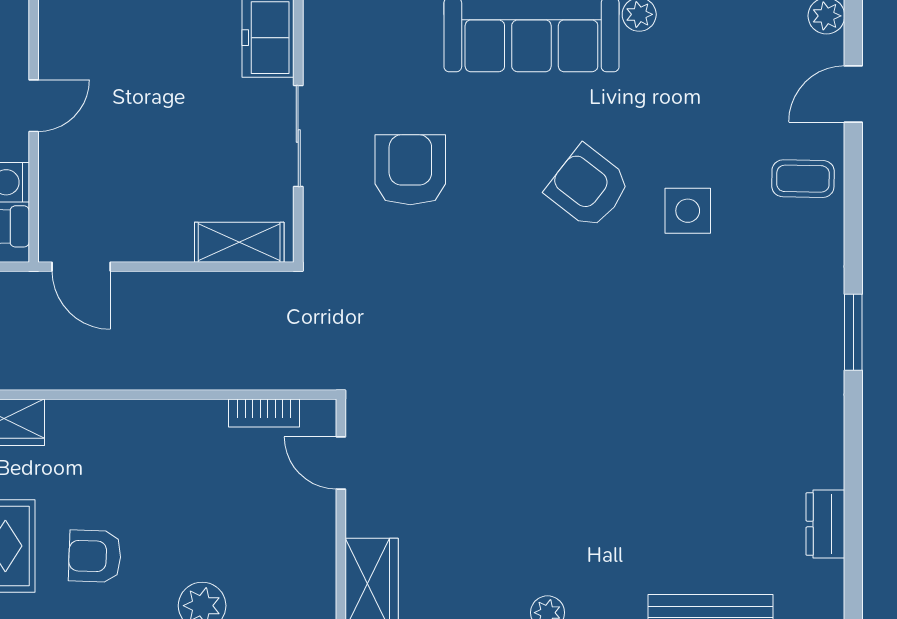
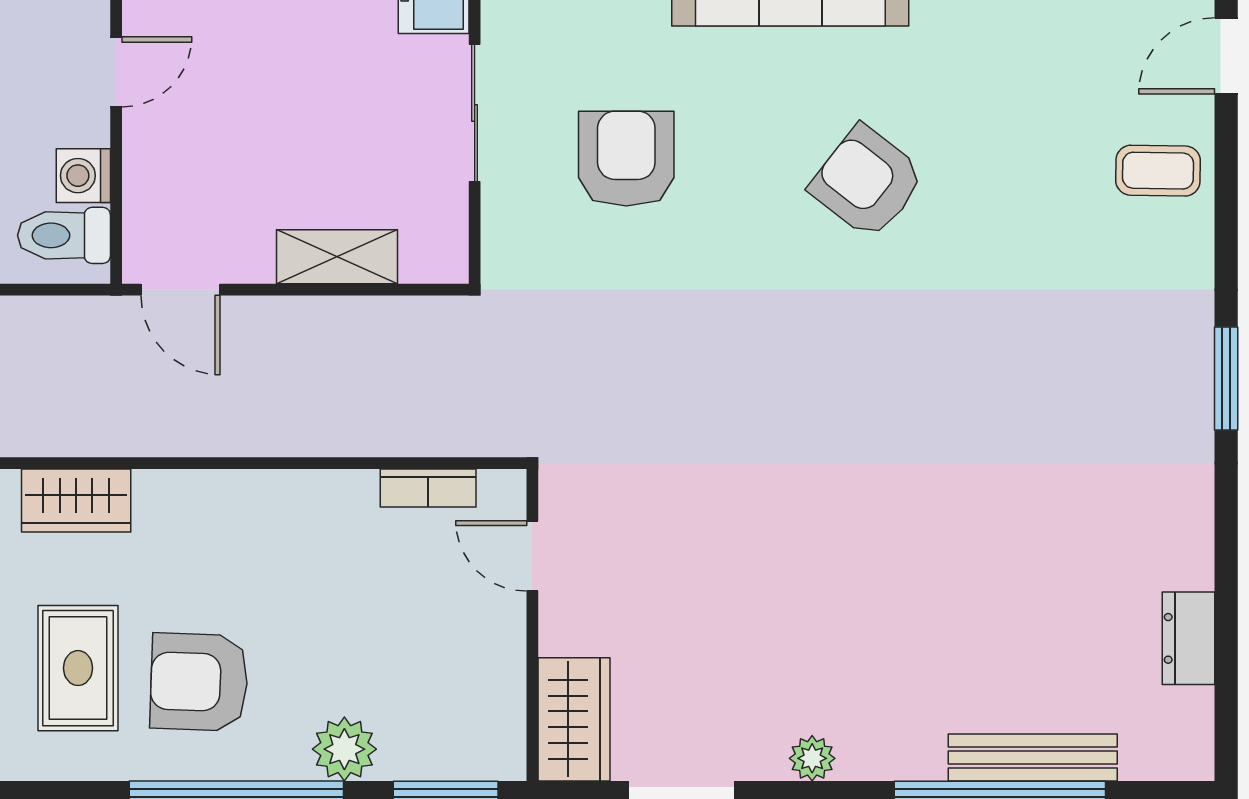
side table: (688, 211) -> (1002, 214), removed
shelving: (239, 242) -> (337, 257), moved
armchair: (95, 556) -> (199, 682), width x1.38, depth x1.38

